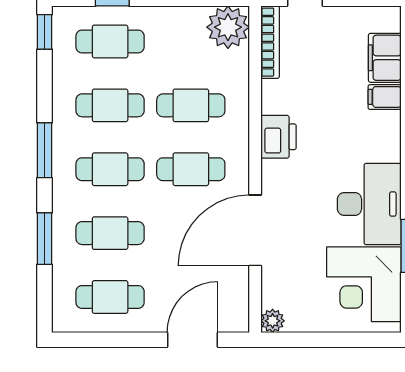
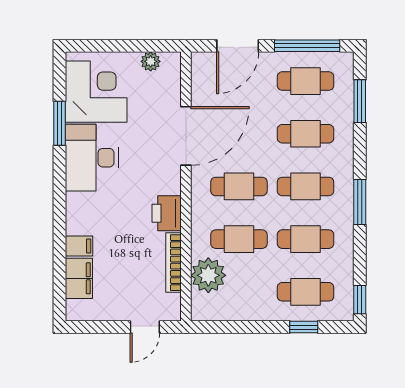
plant: (228, 27) -> (208, 275), moved
bookcase: (270, 42) -> (174, 263), moved
window: (44, 239) -> (360, 101), moved
plant: (273, 321) -> (151, 61), moved
window: (108, 340) -> (307, 46), added

